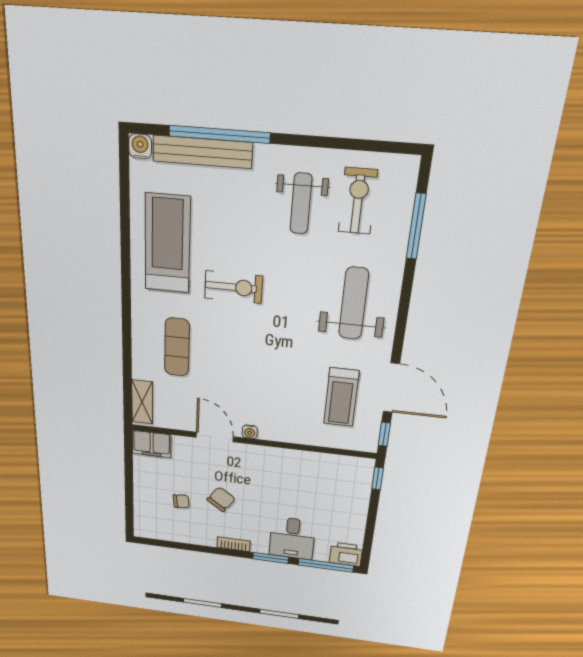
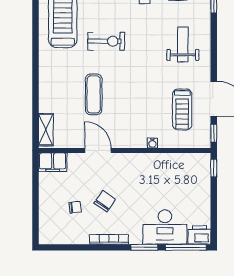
weight bench: (354, 304) -> (183, 44), width x0.73, depth x0.75
exercise mat: (177, 347) -> (94, 94), moved
water cooler: (250, 432) -> (152, 143), moved
desk: (292, 538) -> (165, 227), width x1.37
bookcase: (234, 544) -> (109, 239), width x1.56

